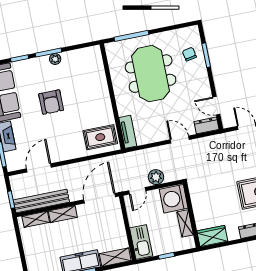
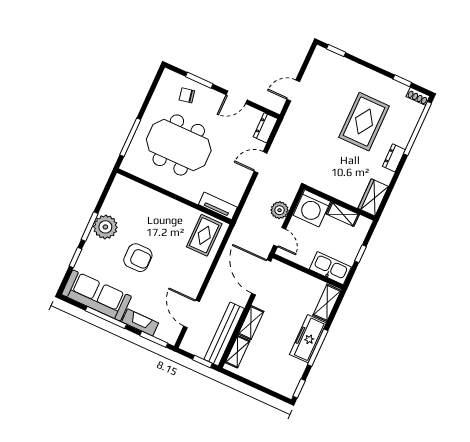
plant: (55, 59) -> (105, 227), width x1.88, depth x1.88
door: (216, 106) -> (237, 97), moved

